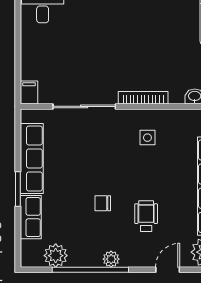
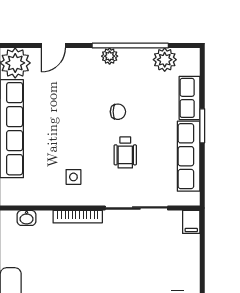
wheelchair: (146, 216) -> (125, 152), moved

